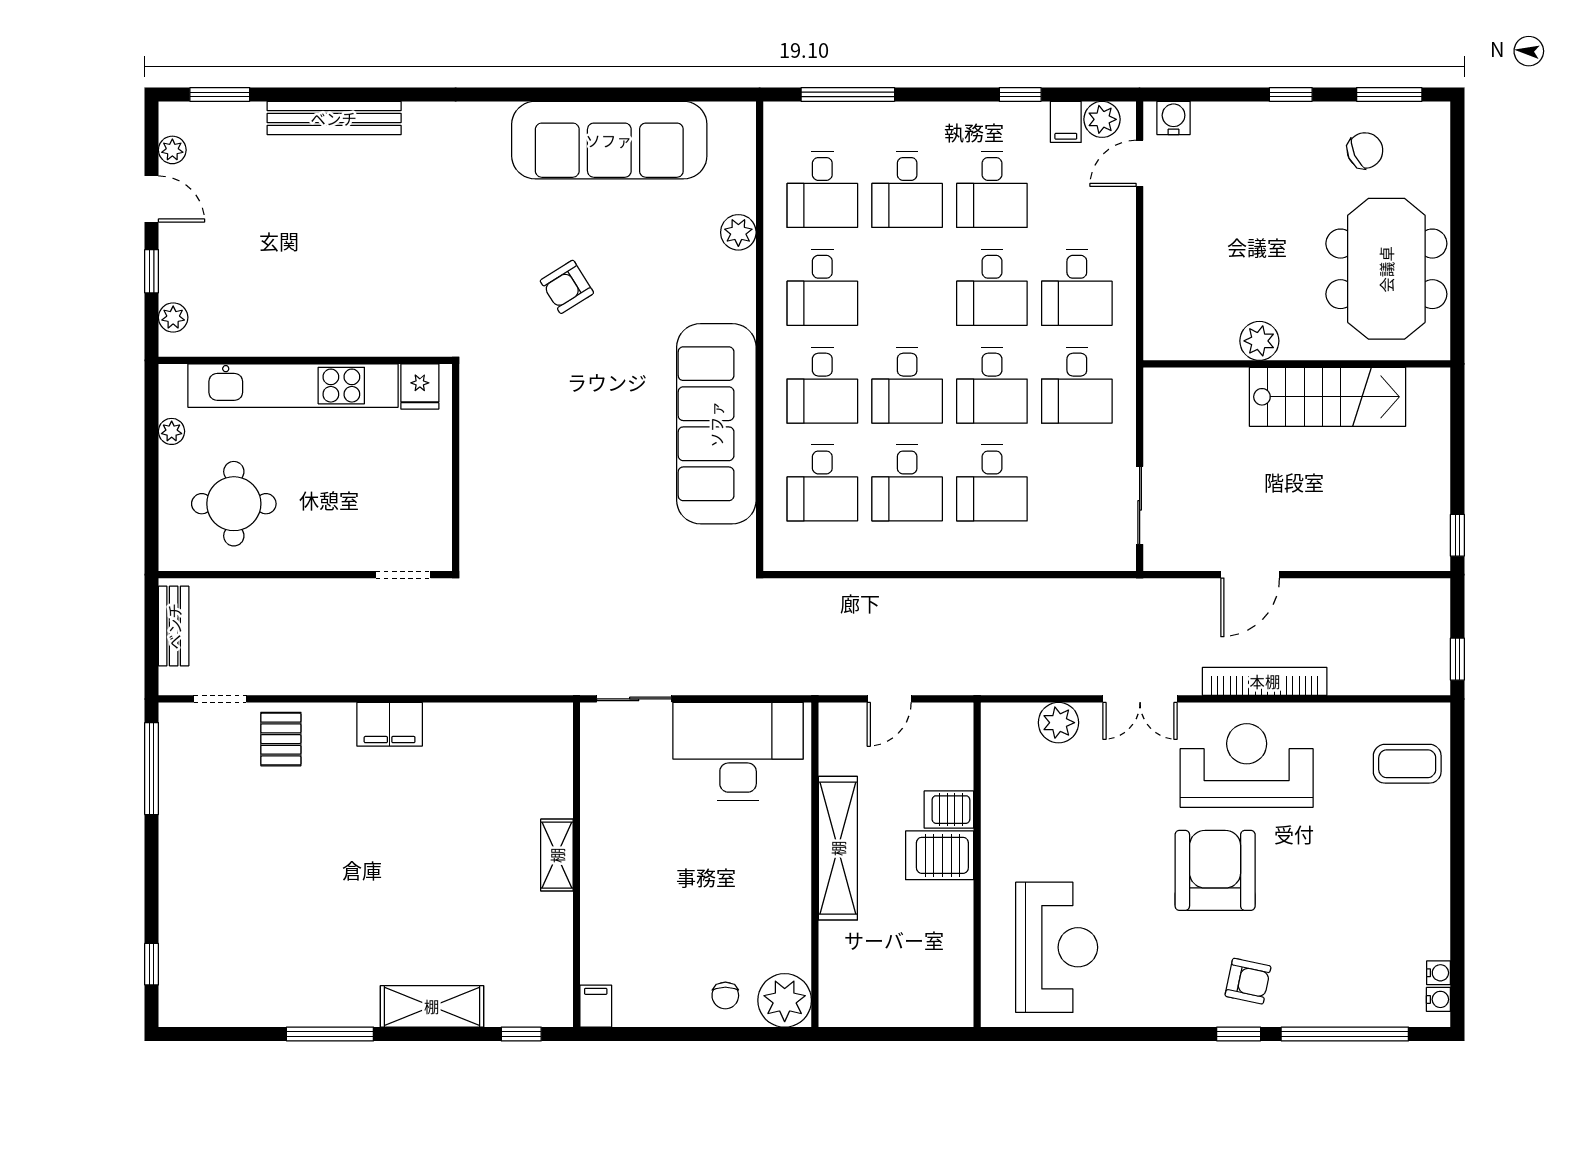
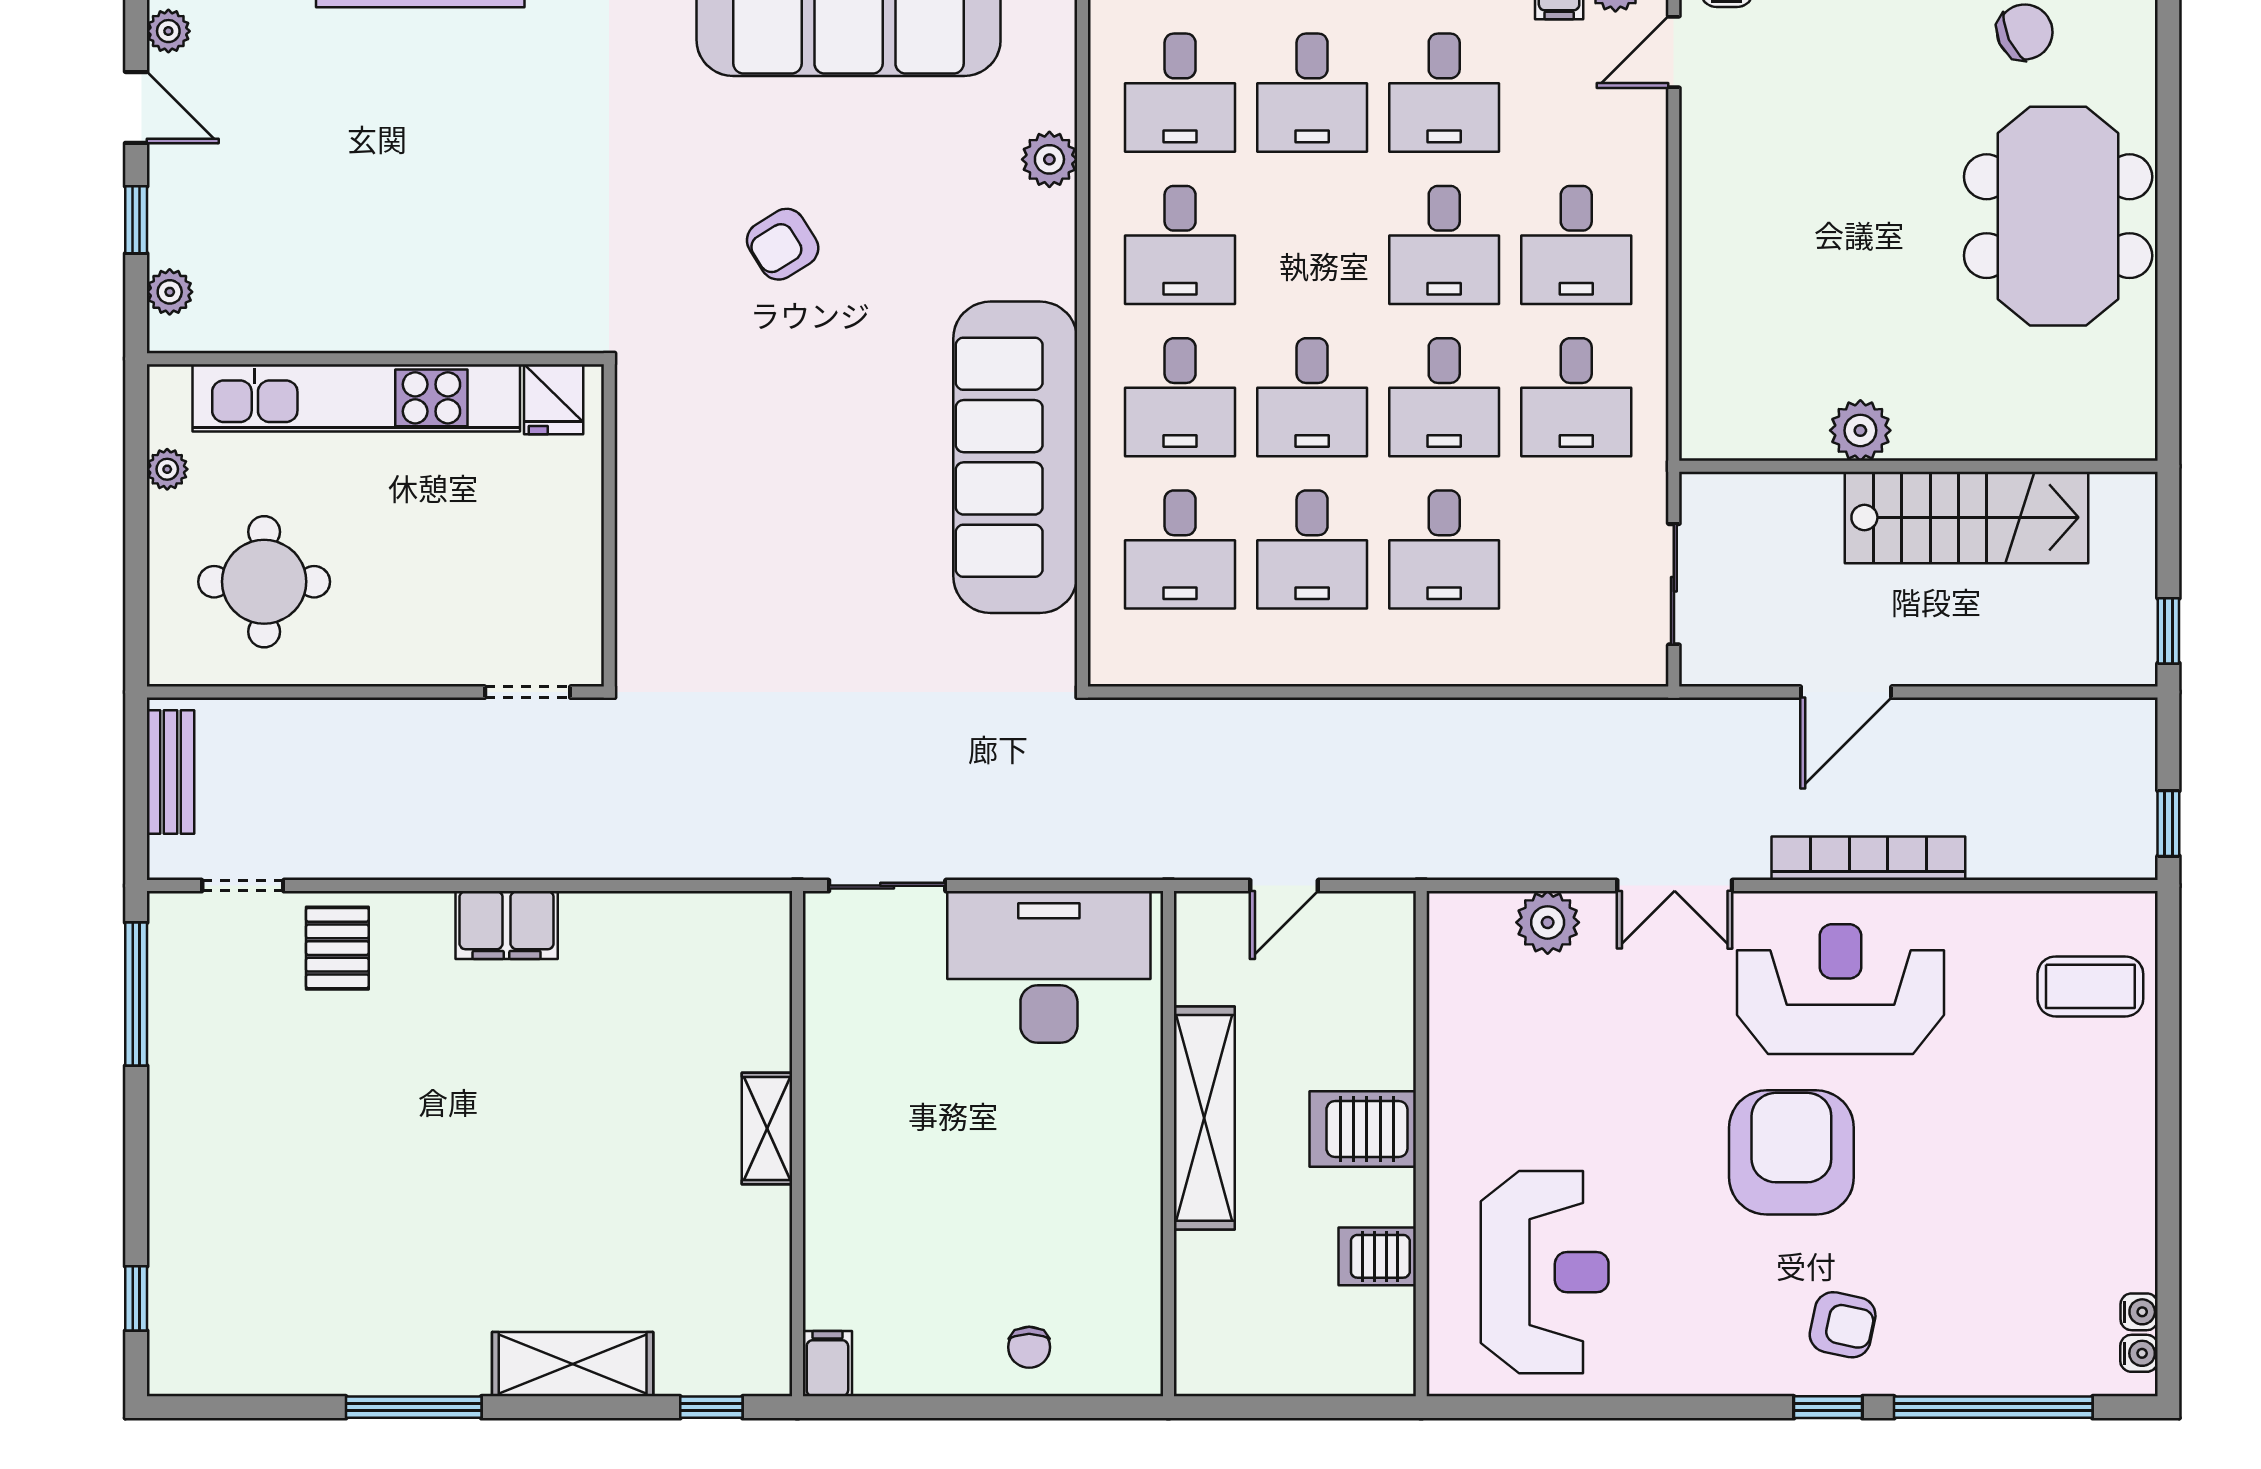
plant: (1259, 341) -> (1860, 430), moved
wall: (1297, 364) -> (1918, 466), moved
stairs: (1328, 397) -> (1967, 517), moved
server rack: (949, 810) -> (1377, 1256), moved
plant: (785, 1000) -> (1121, 1355), removed

